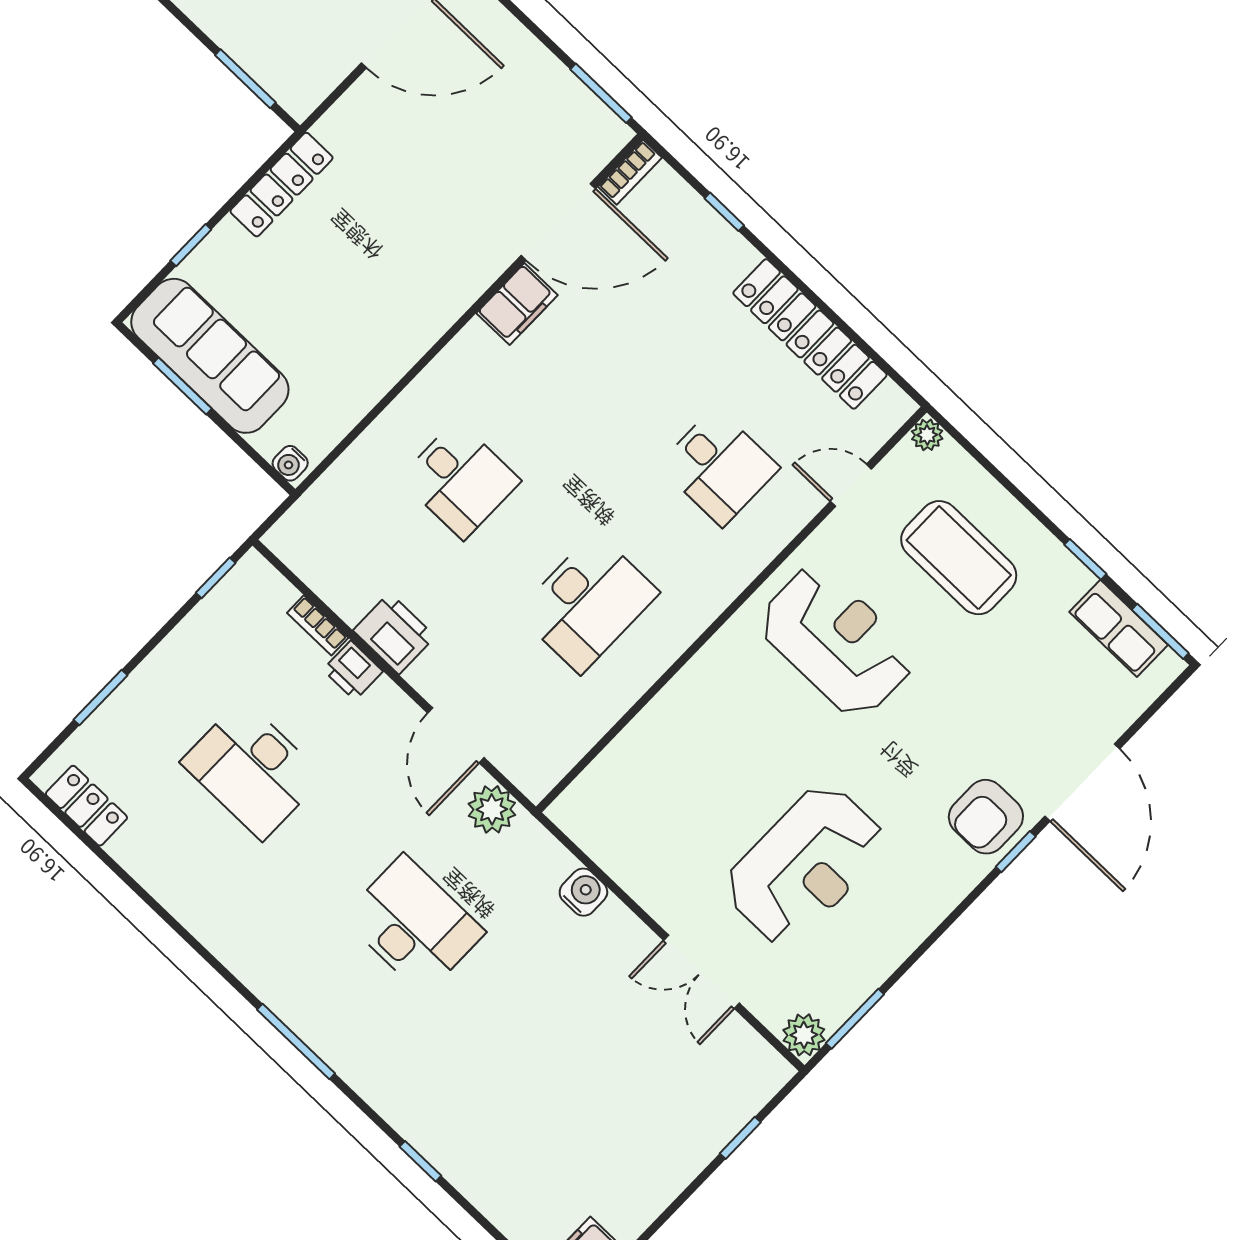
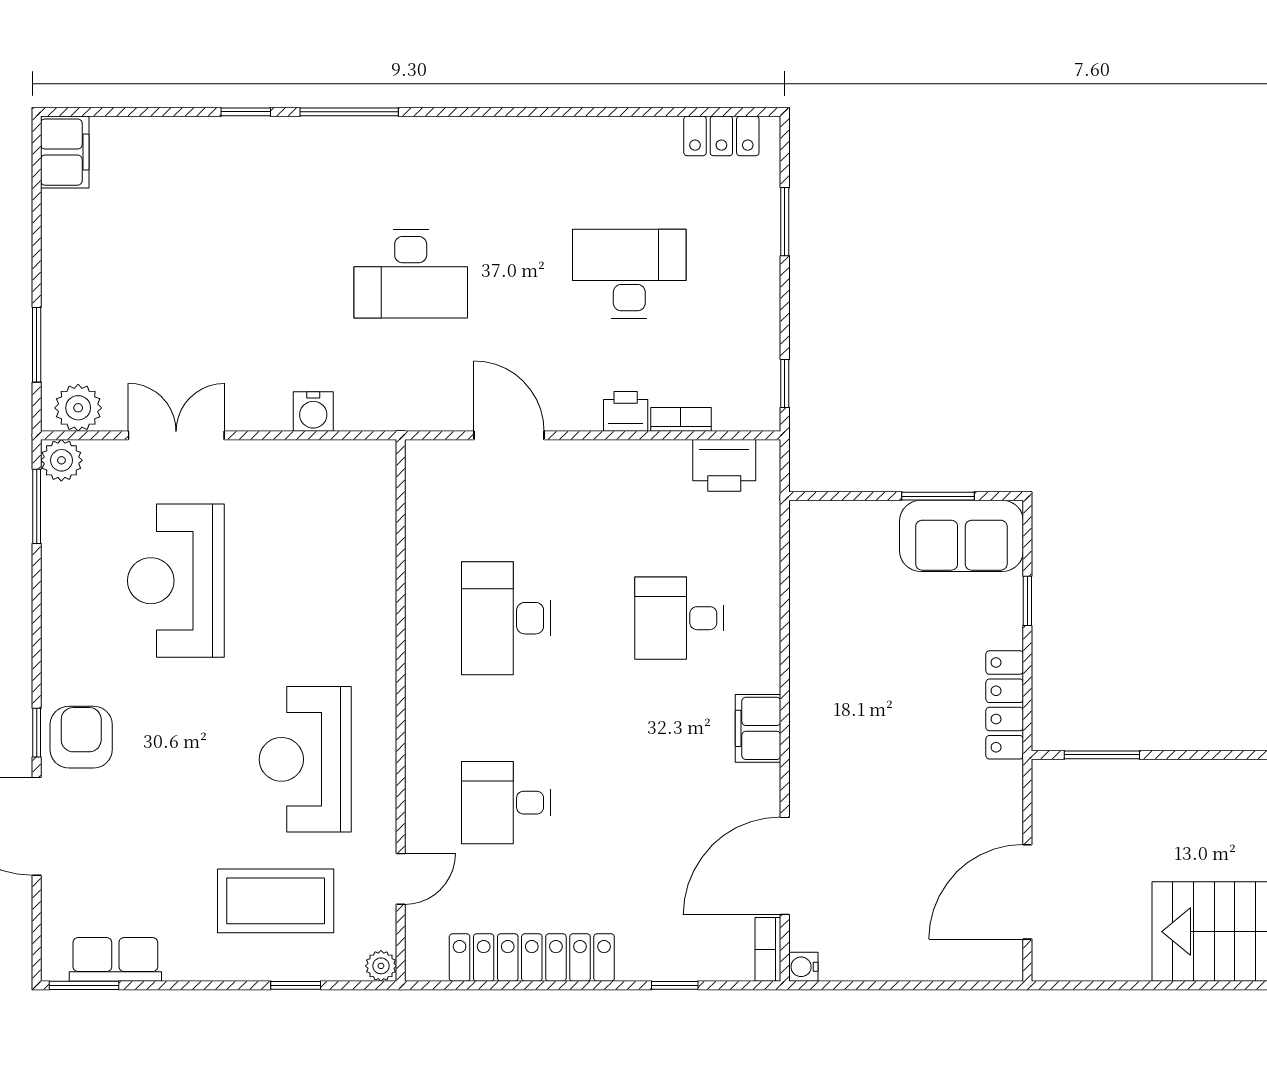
window: (601, 93) -> (842, 985), removed
filing cabinet: (517, 304) -> (758, 728), moved
sofa: (210, 356) -> (961, 536), width x0.73
water cooler: (290, 463) -> (803, 967), moved, turned -90
window: (1085, 559) -> (296, 985), moved
printer: (394, 633) -> (724, 465), moved
reception desk: (836, 641) -> (305, 759), turned 90
plant: (492, 809) -> (78, 408), moved
window: (296, 1041) -> (349, 112), moved
window: (740, 1138) -> (37, 345), width x1.50

